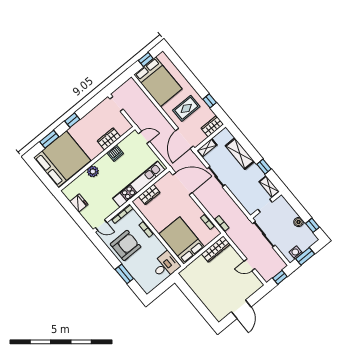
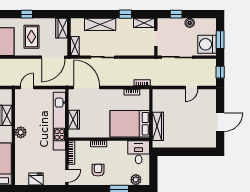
window: (210, 101) -> (27, 14), moved
door: (184, 138) -> (53, 57), hinge flipped
dishwasher: (115, 153) -> (21, 120), removed
plant: (93, 171) -> (21, 132), moved
door: (182, 184) -> (87, 88), hinge flipped
window: (313, 225) -> (176, 14), moved
armchair: (126, 245) -> (98, 170), width x0.53, depth x0.53
wardrobe: (216, 249) -> (158, 126), moved
washing machine: (296, 253) -> (207, 44), width x1.89, depth x1.89
plant: (142, 281) -> (136, 180), added
door: (241, 309) -> (220, 122), hinge flipped

